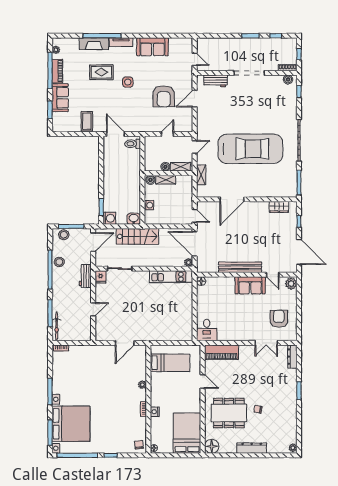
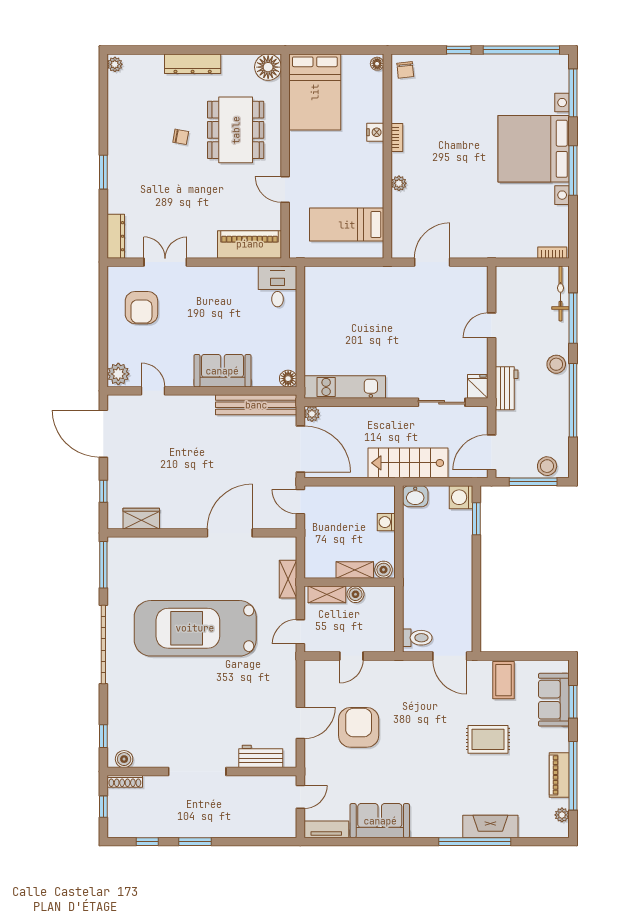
tv unit: (121, 42) -> (326, 829), moved
door: (195, 59) -> (300, 797), swing flipped
rug: (101, 72) -> (488, 739), moved
side table: (128, 82) -> (426, 754), removed
sofa: (60, 98) -> (554, 700), moved
stool: (59, 262) -> (556, 364), moved
bench: (240, 267) -> (256, 405), moved
sofa: (250, 285) -> (222, 371), moved
dining table: (229, 413) -> (236, 130), turned 90
bed with nightstands: (71, 424) -> (534, 149), moved

